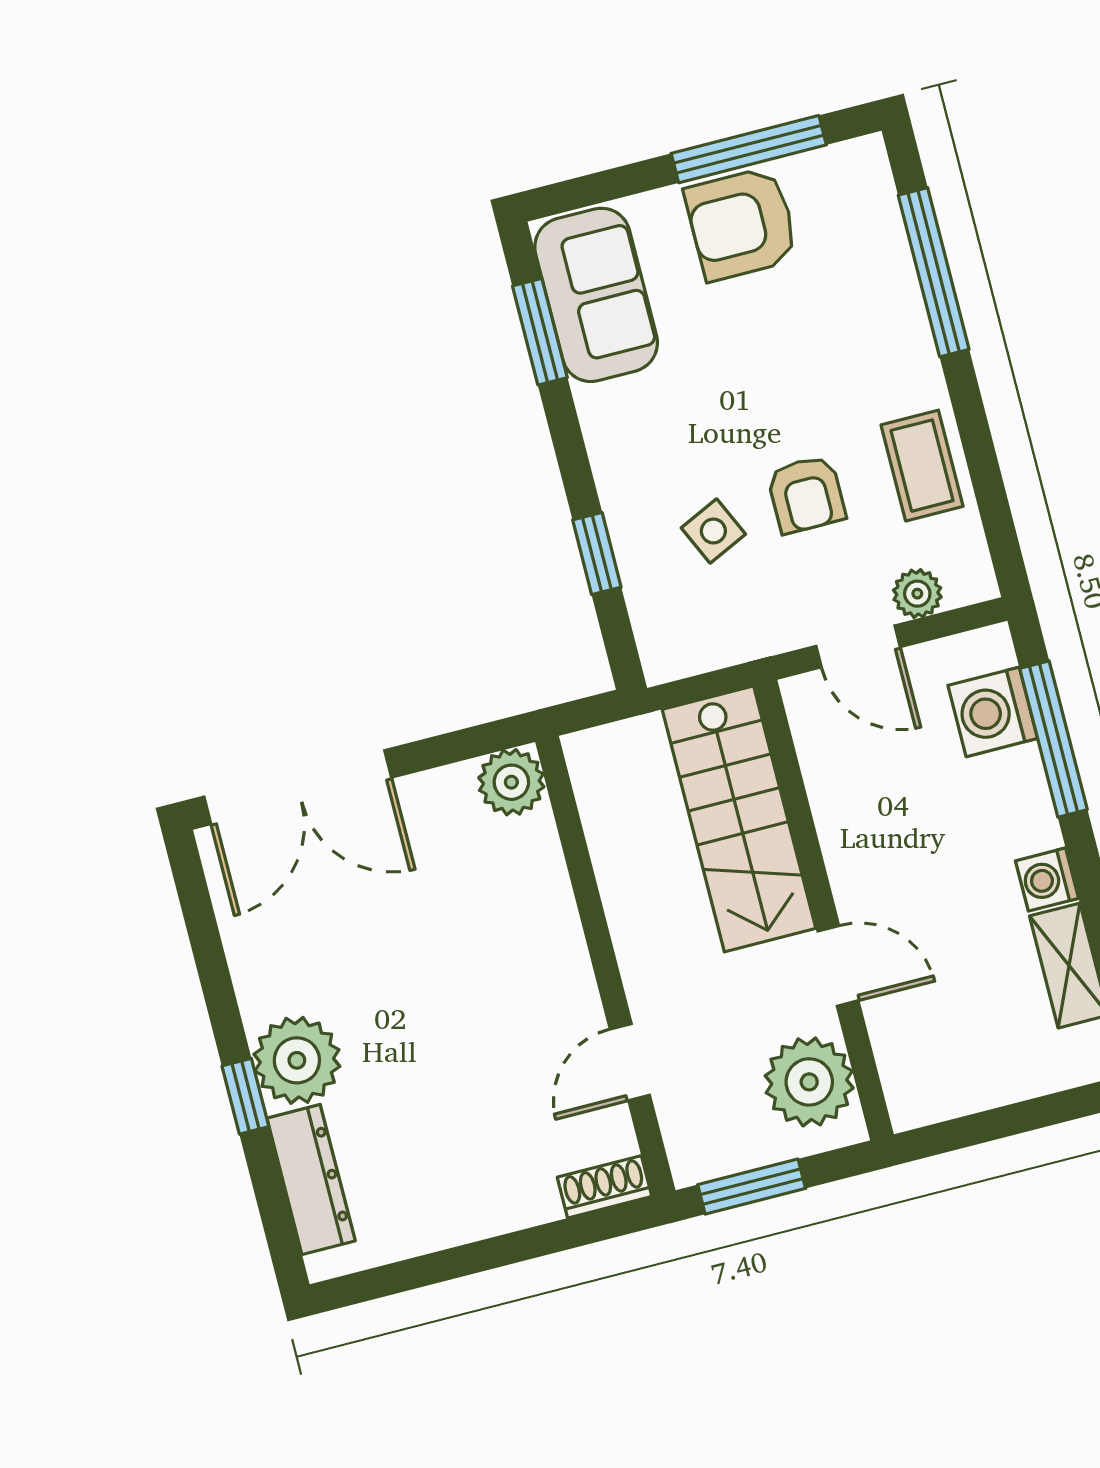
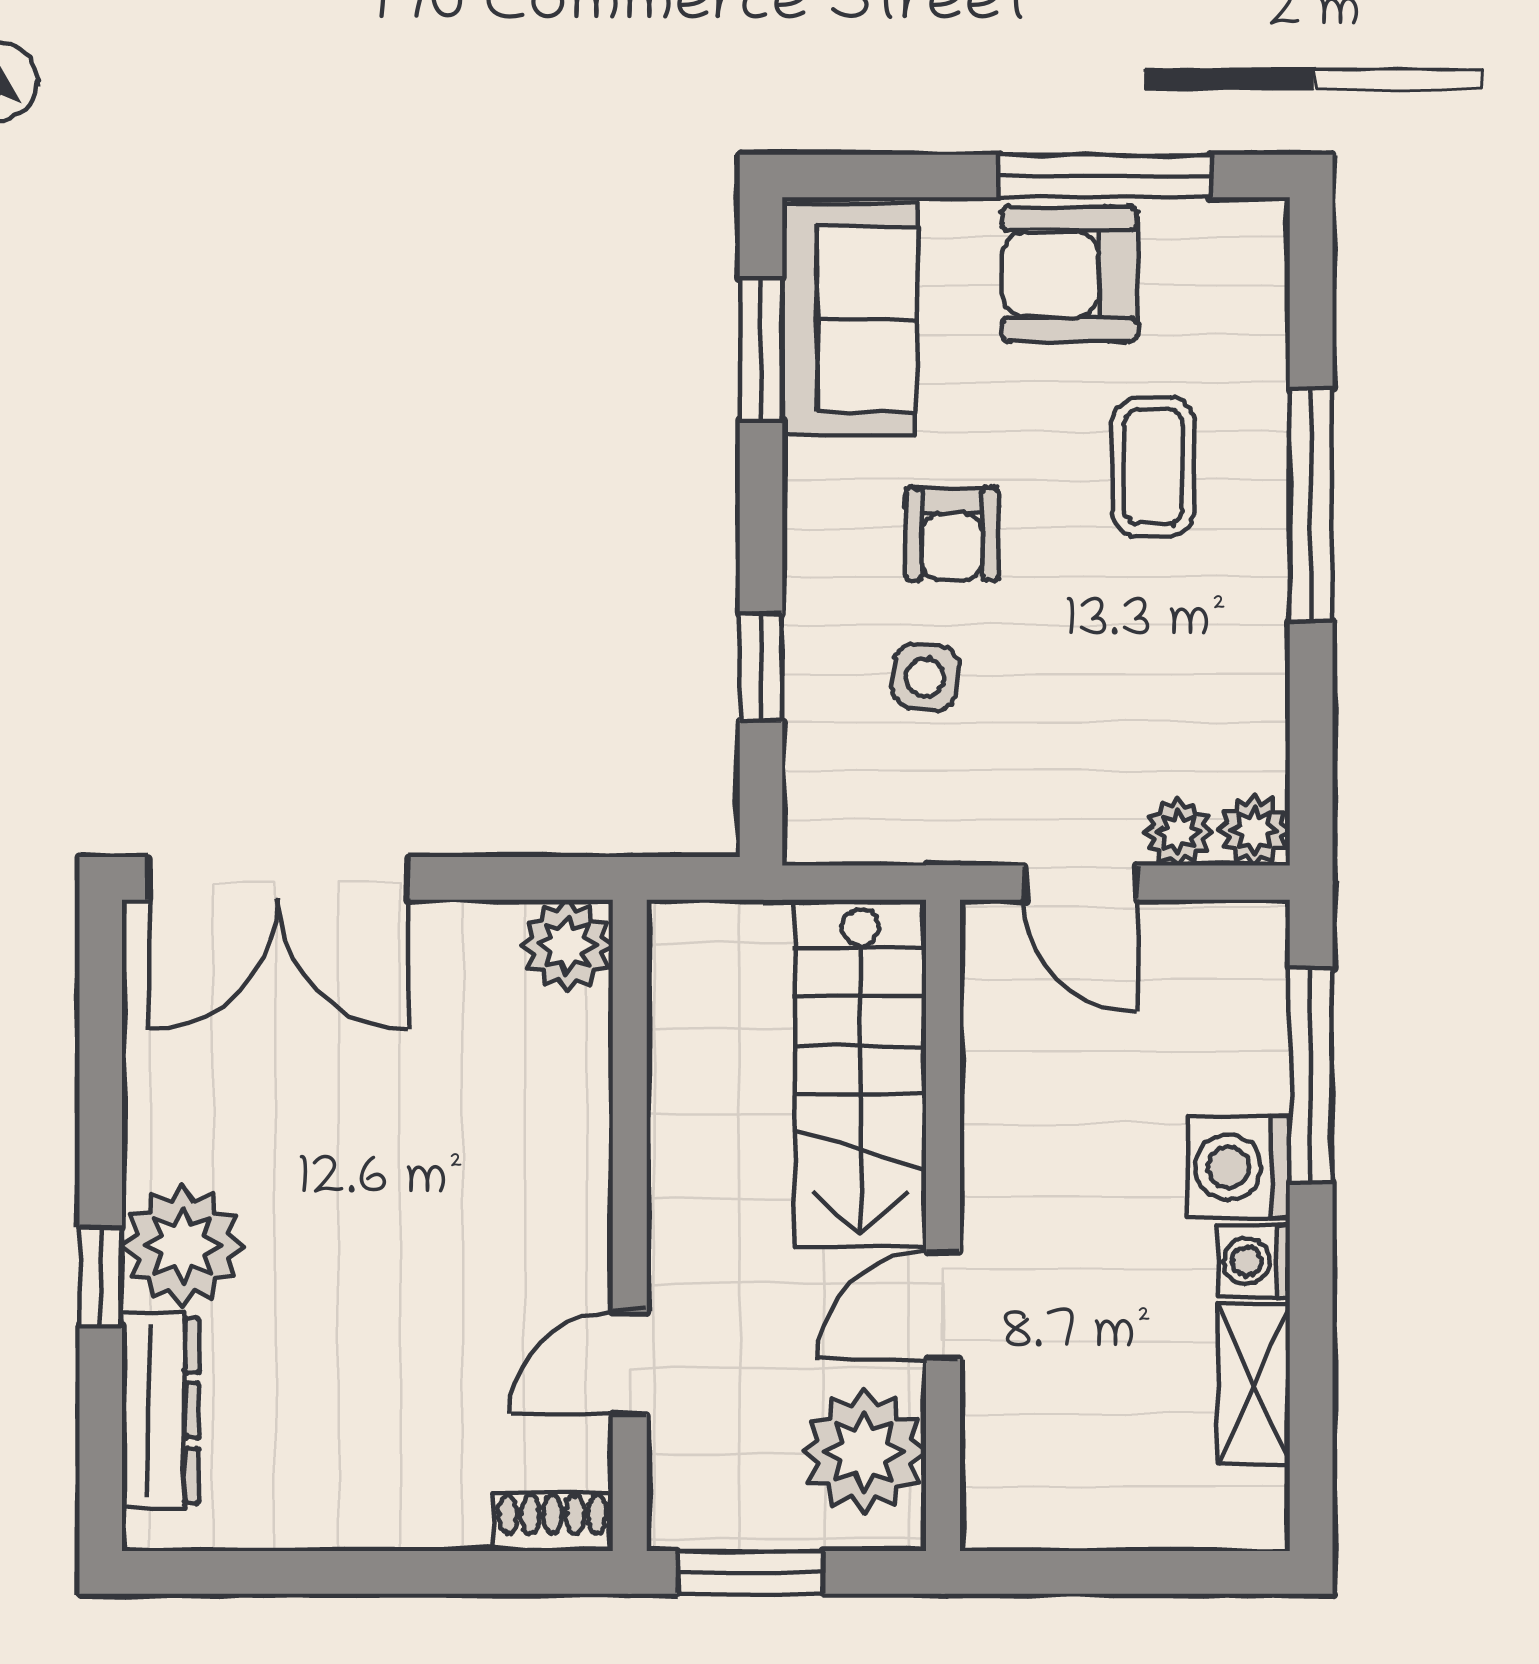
window: (934, 272) -> (1311, 505), moved
coffee table: (922, 466) -> (1153, 467), moved
armchair: (806, 494) -> (952, 534), moved
side table: (713, 531) -> (925, 677), turned 31
plant: (970, 579) -> (1254, 830), added
washing machine: (993, 712) -> (1239, 1167), moved
door: (838, 966) -> (943, 1305), swing flipped

